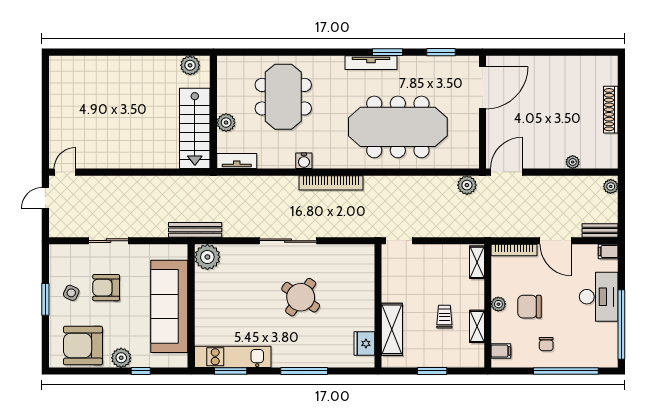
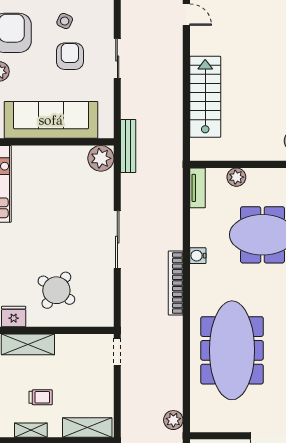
stairs: (195, 128) -> (205, 97), moved, turned 90
shelving: (477, 262) -> (87, 428), width x1.50, depth x1.33
round table: (301, 297) -> (56, 290), moved

